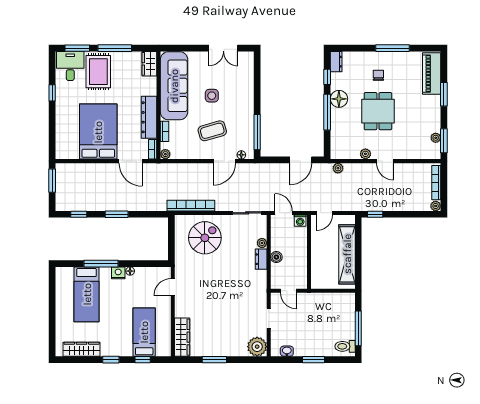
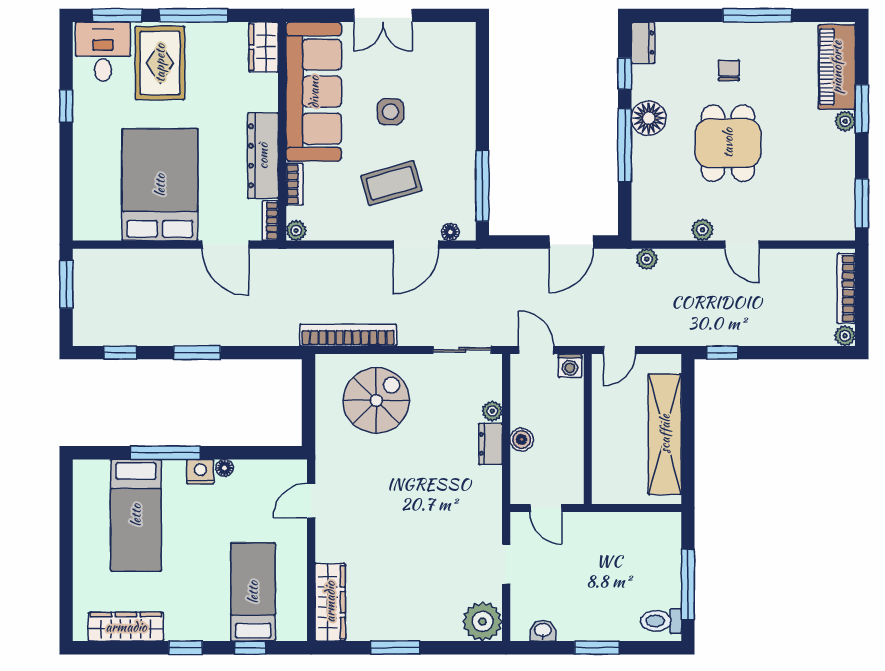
double door: (223, 48) -> (383, 15), moved
plant: (436, 138) -> (845, 121), moved

